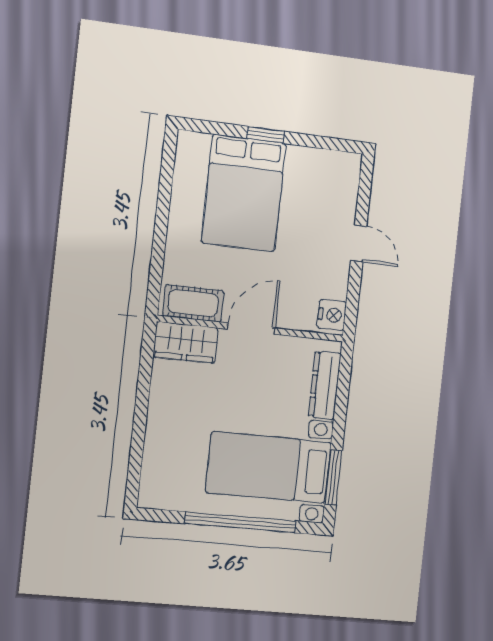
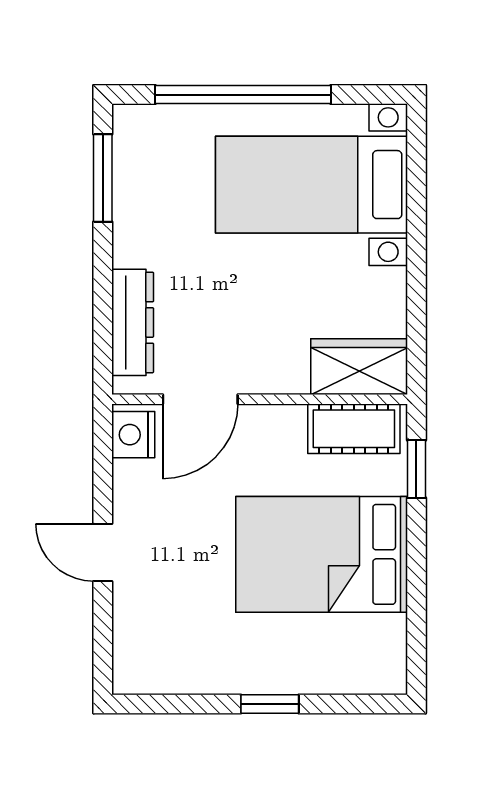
bed: (244, 193) -> (322, 554), moved, turned -90
window: (156, 273) -> (416, 469), added
door: (251, 329) -> (200, 399), moved
bed with nightstands: (269, 467) -> (312, 185), moved, turned 180

